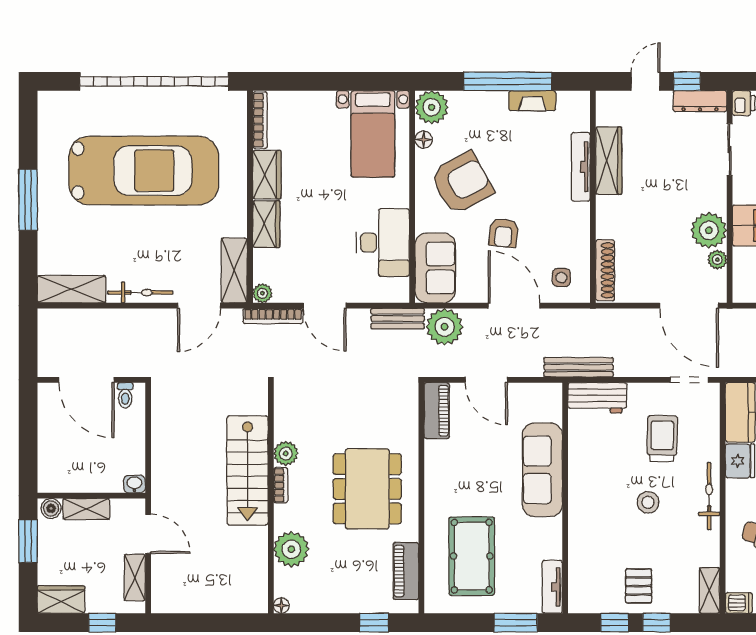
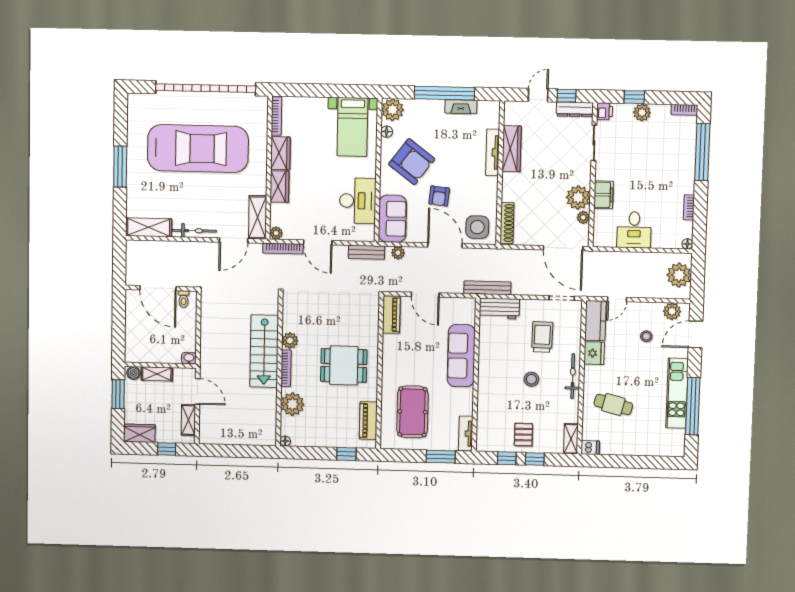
armchair: (462, 183) -> (412, 162), turned 66
side table: (561, 278) -> (477, 227), width x1.87, depth x1.87
plant: (445, 327) -> (398, 253), width x0.53, depth x0.53
bookcase: (281, 485) -> (286, 368), width x1.56
dining table: (367, 489) -> (344, 365), width x0.73

